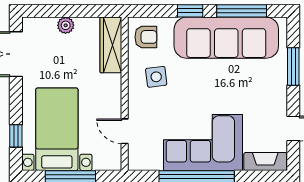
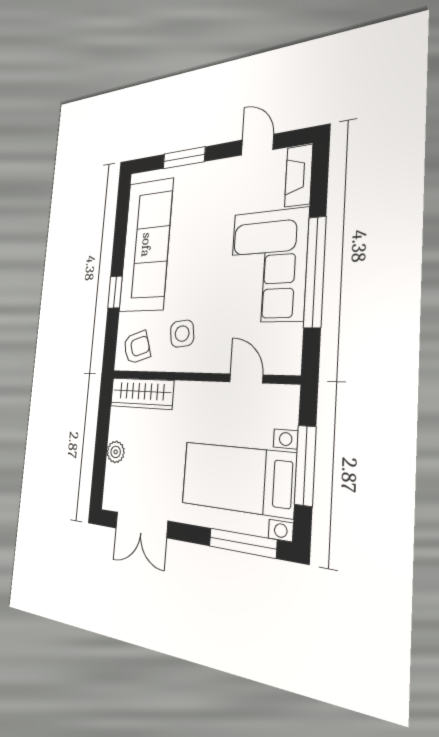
window: (242, 11) -> (120, 229), removed
armchair: (146, 37) -> (137, 347), turned 72
door: (125, 131) -> (246, 378), swing flipped
window: (16, 136) -> (242, 543), width x2.17

